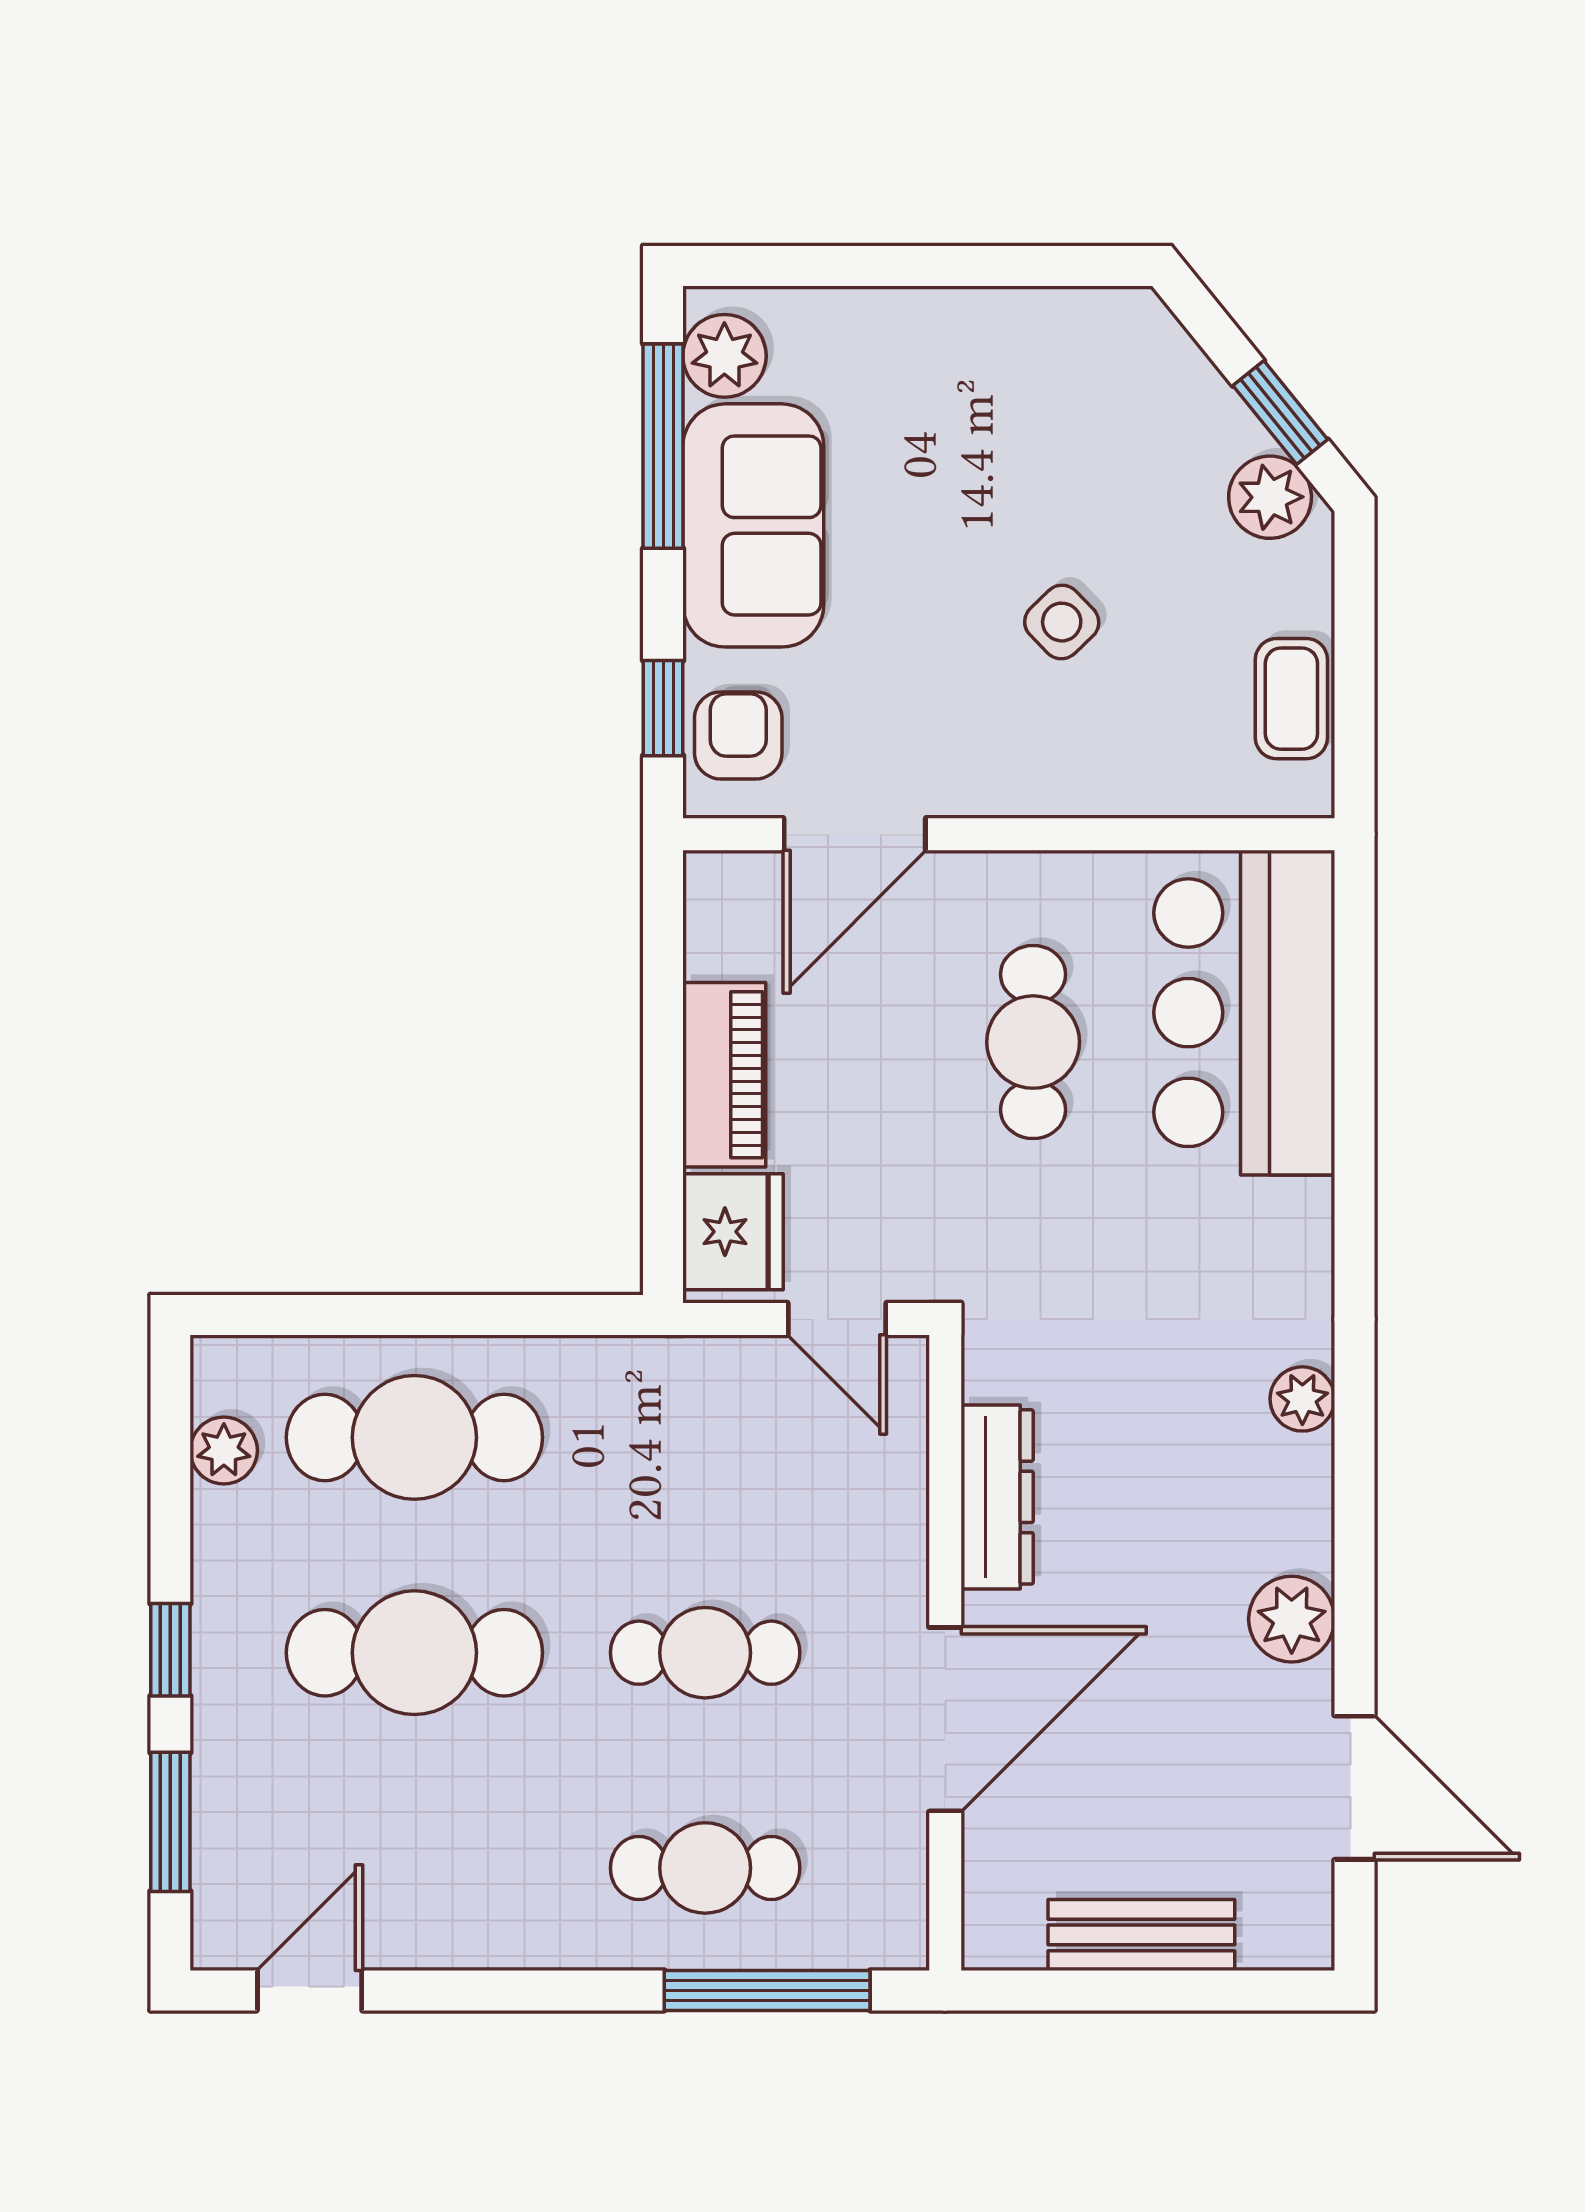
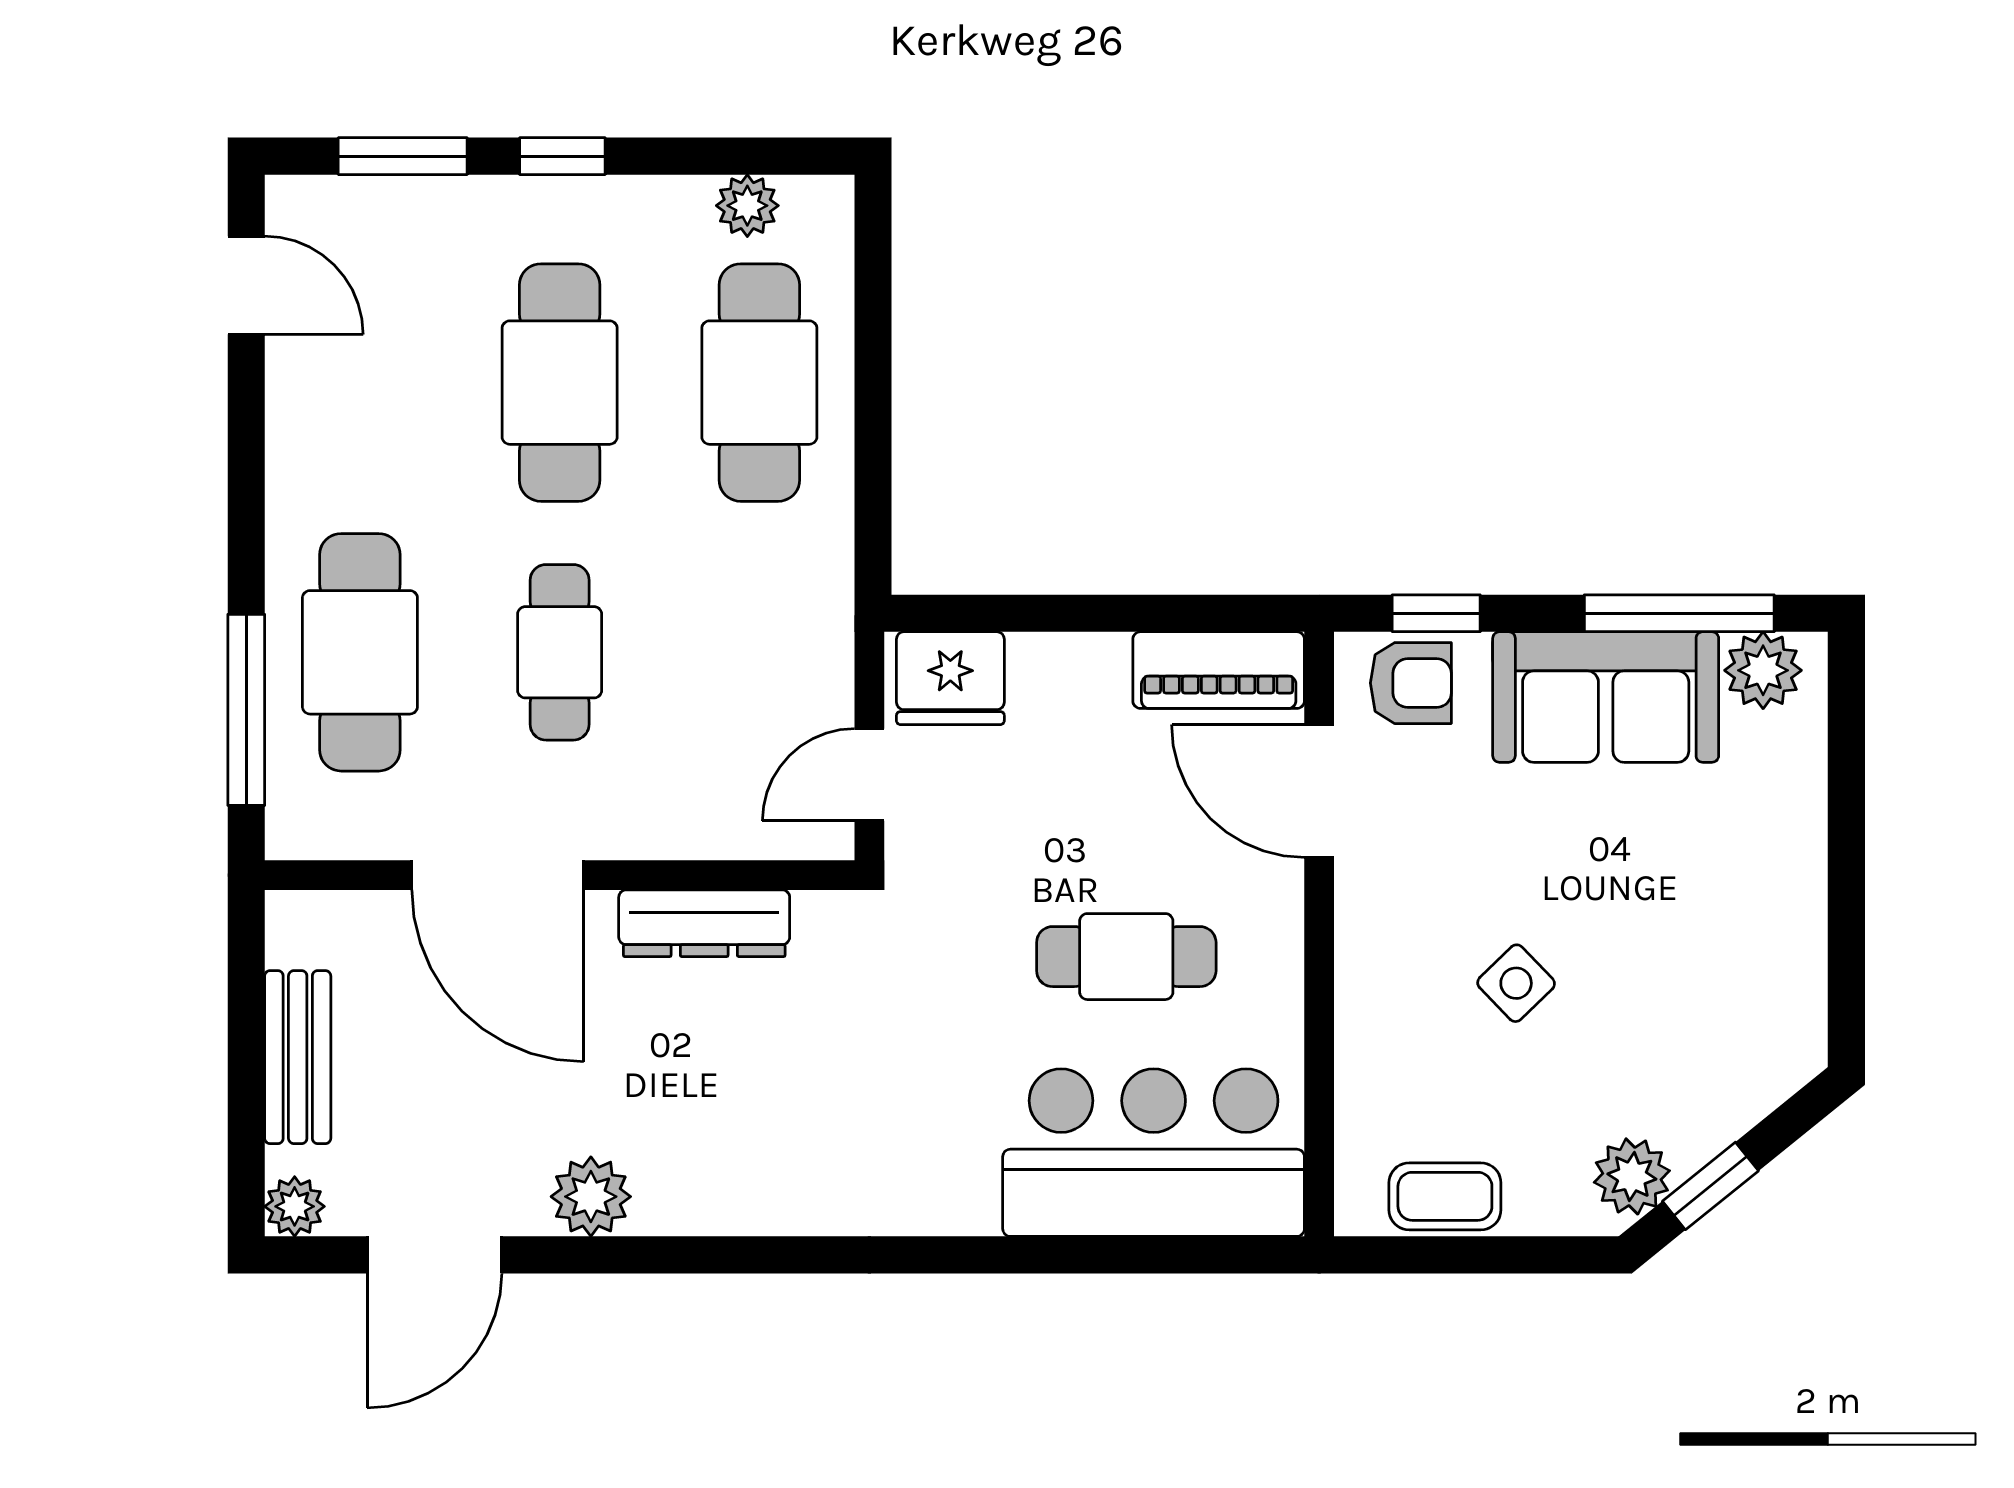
piano: (724, 1075) -> (1219, 670), moved
plant: (1302, 1399) -> (295, 1206), moved
cafe table: (705, 1868) -> (360, 652), width x1.37, depth x1.35

